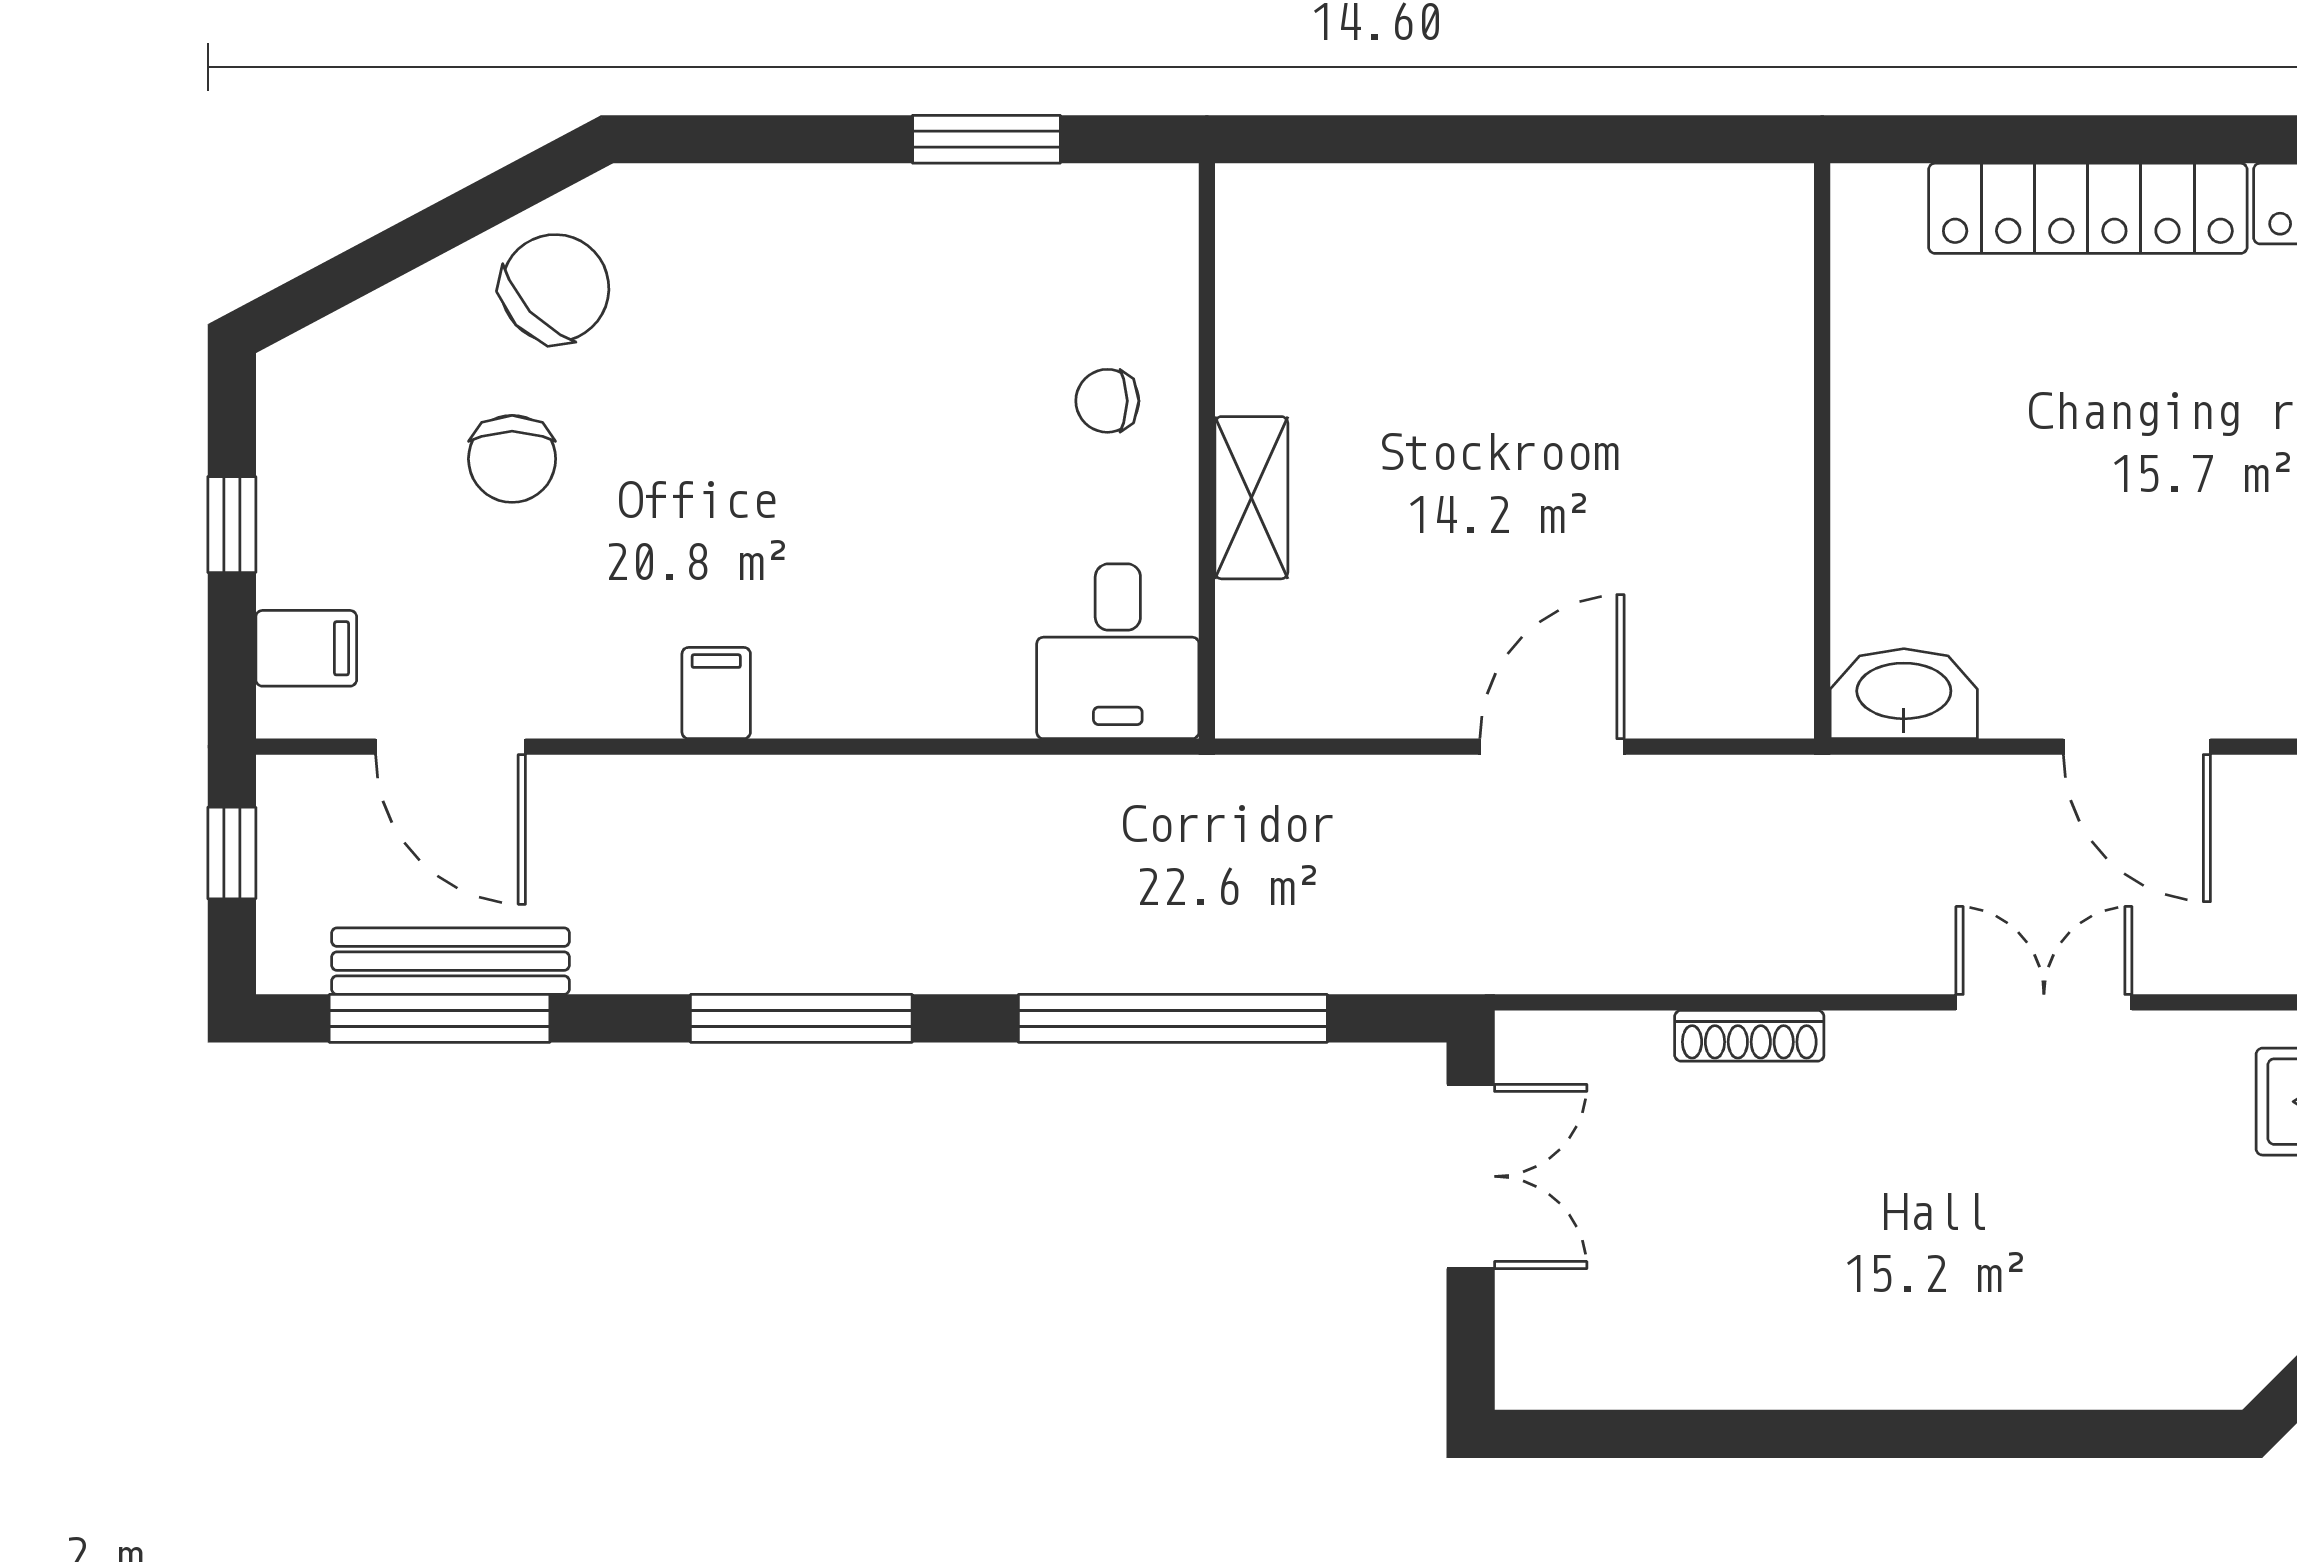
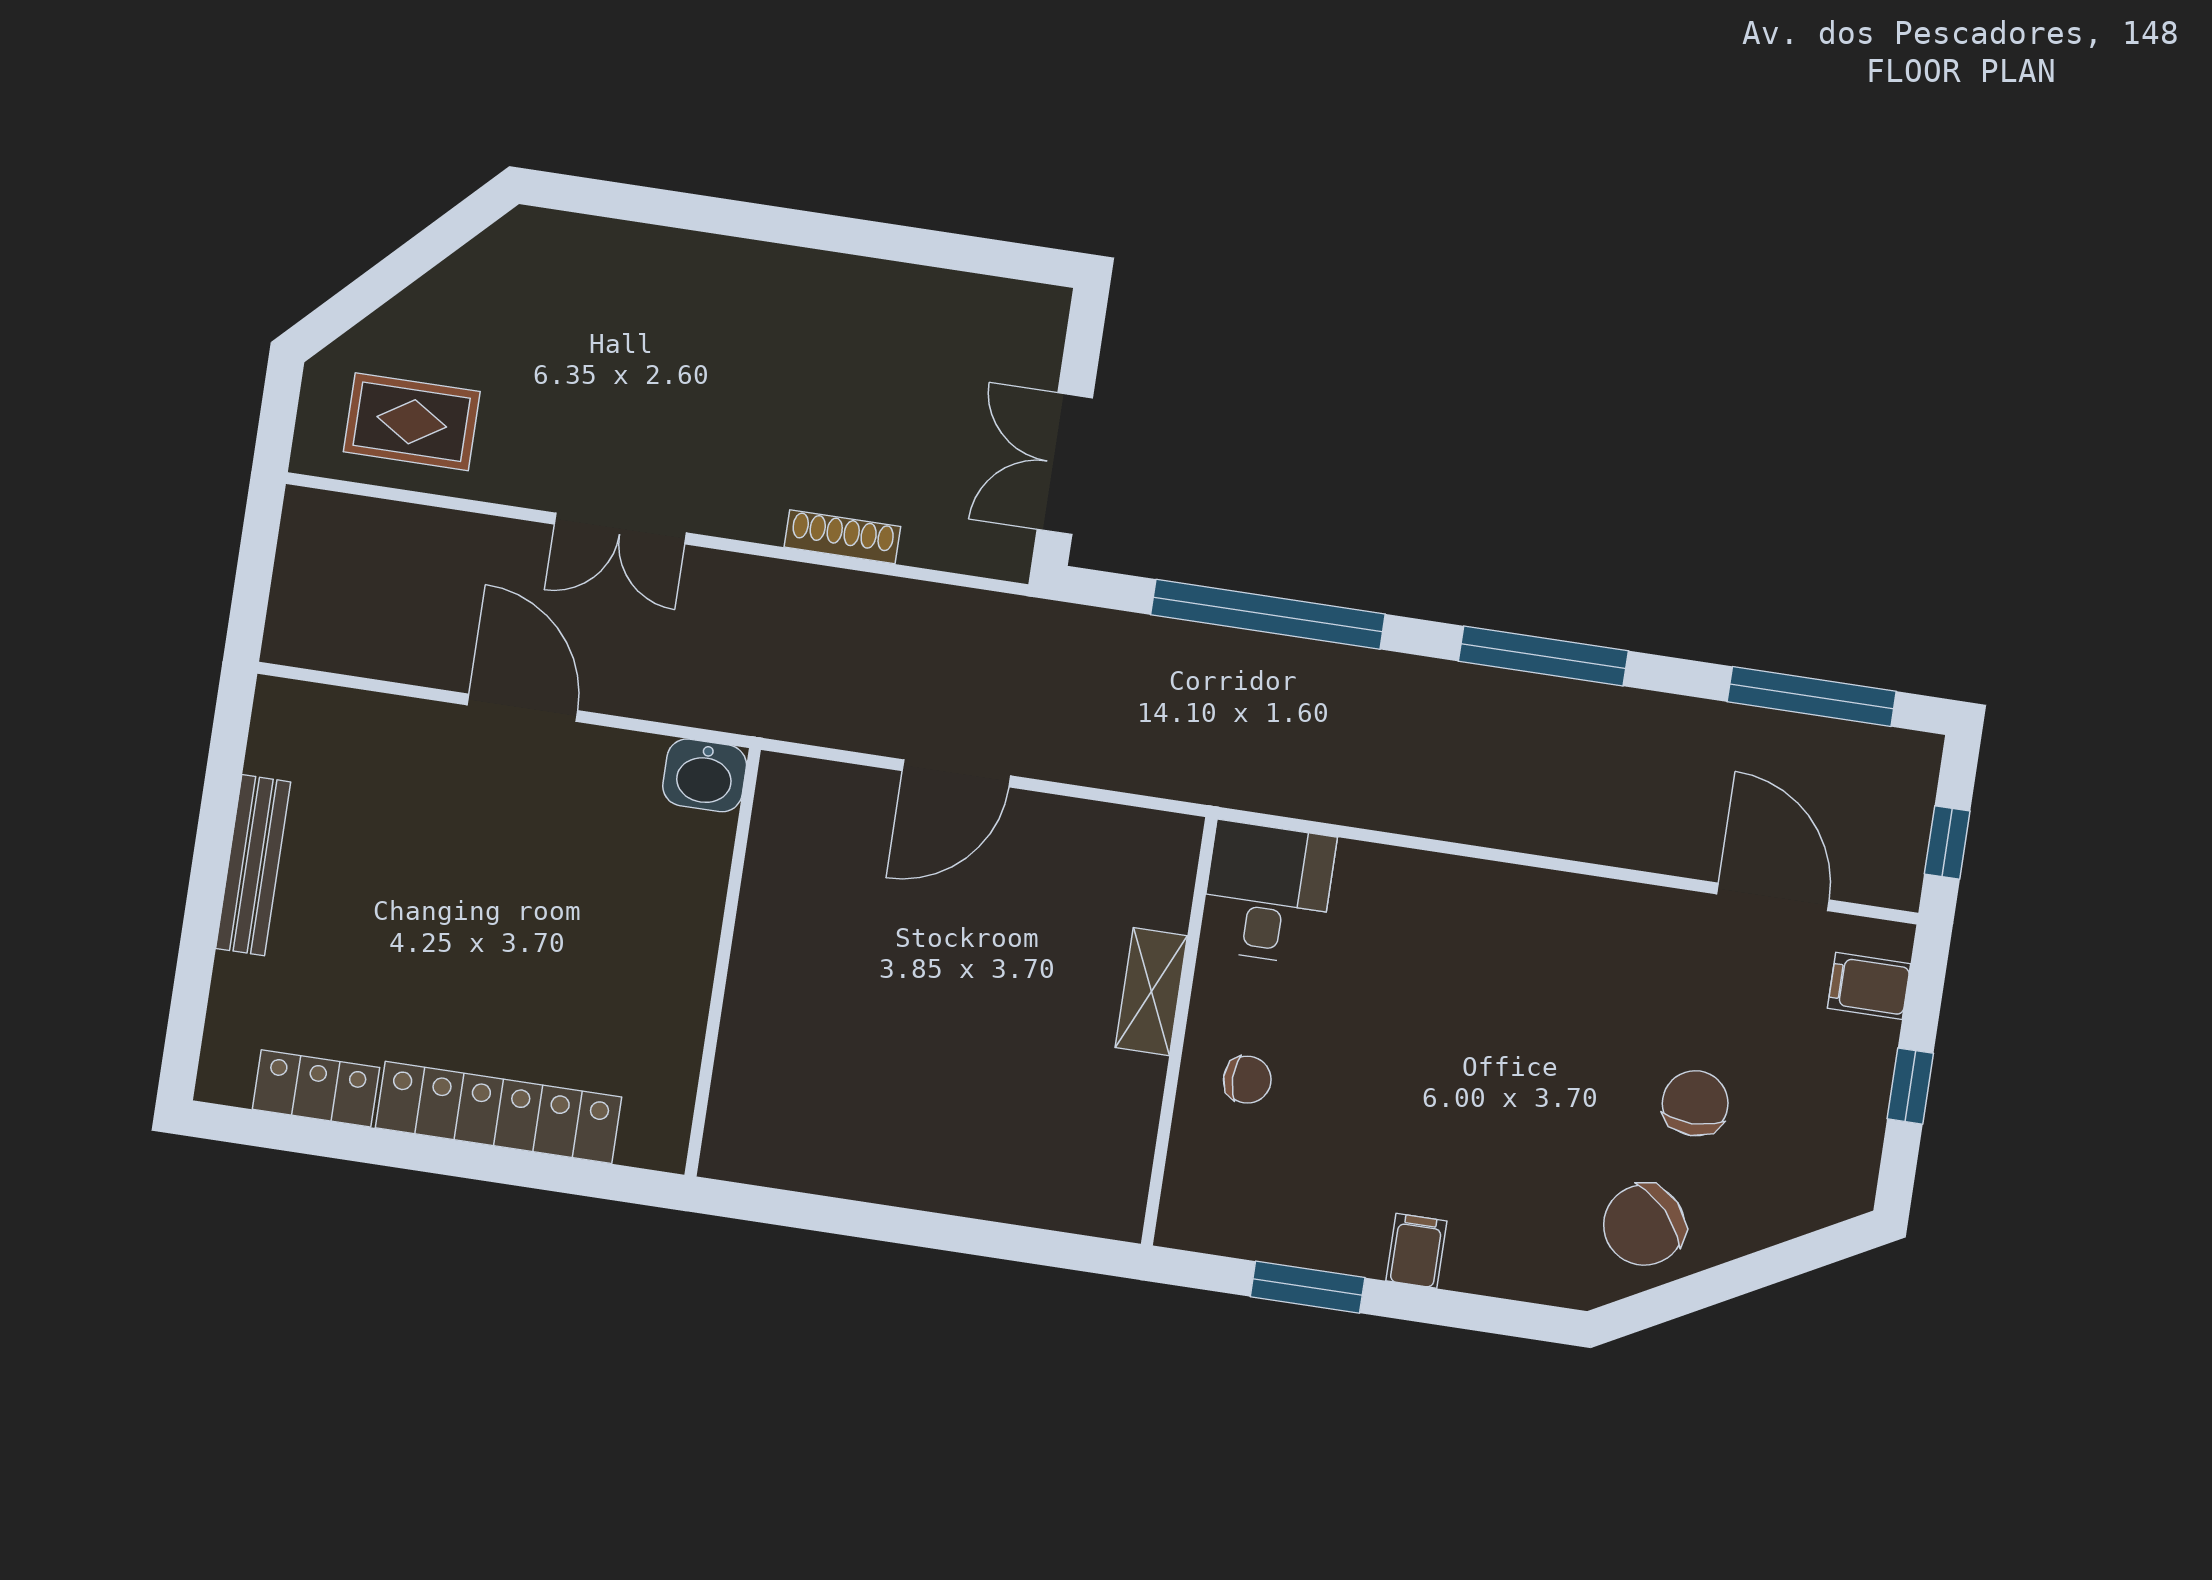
filing cabinet: (716, 693) -> (1416, 1251), moved, turned 180
washbasin: (1904, 694) -> (705, 775), width x0.72
bench: (451, 961) -> (1797, 738), removed

